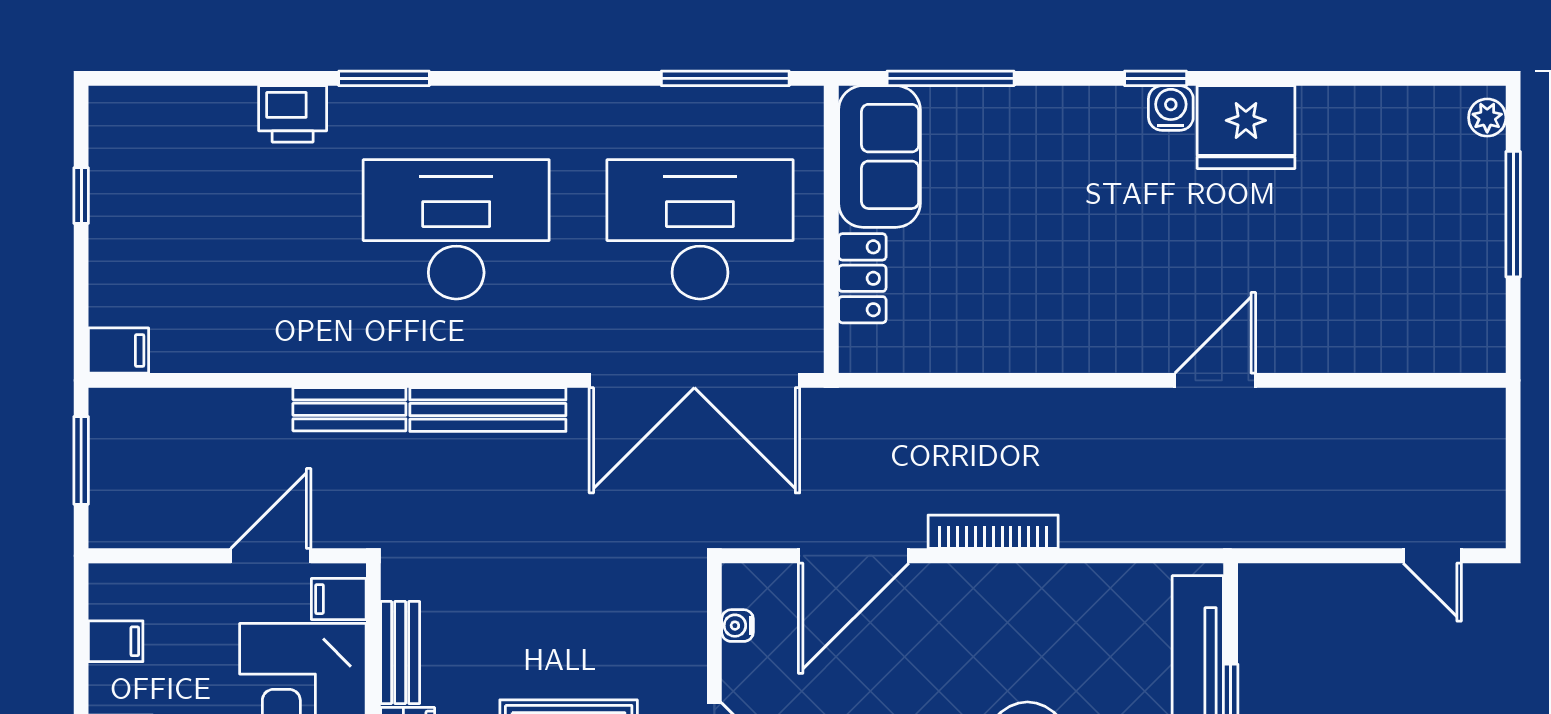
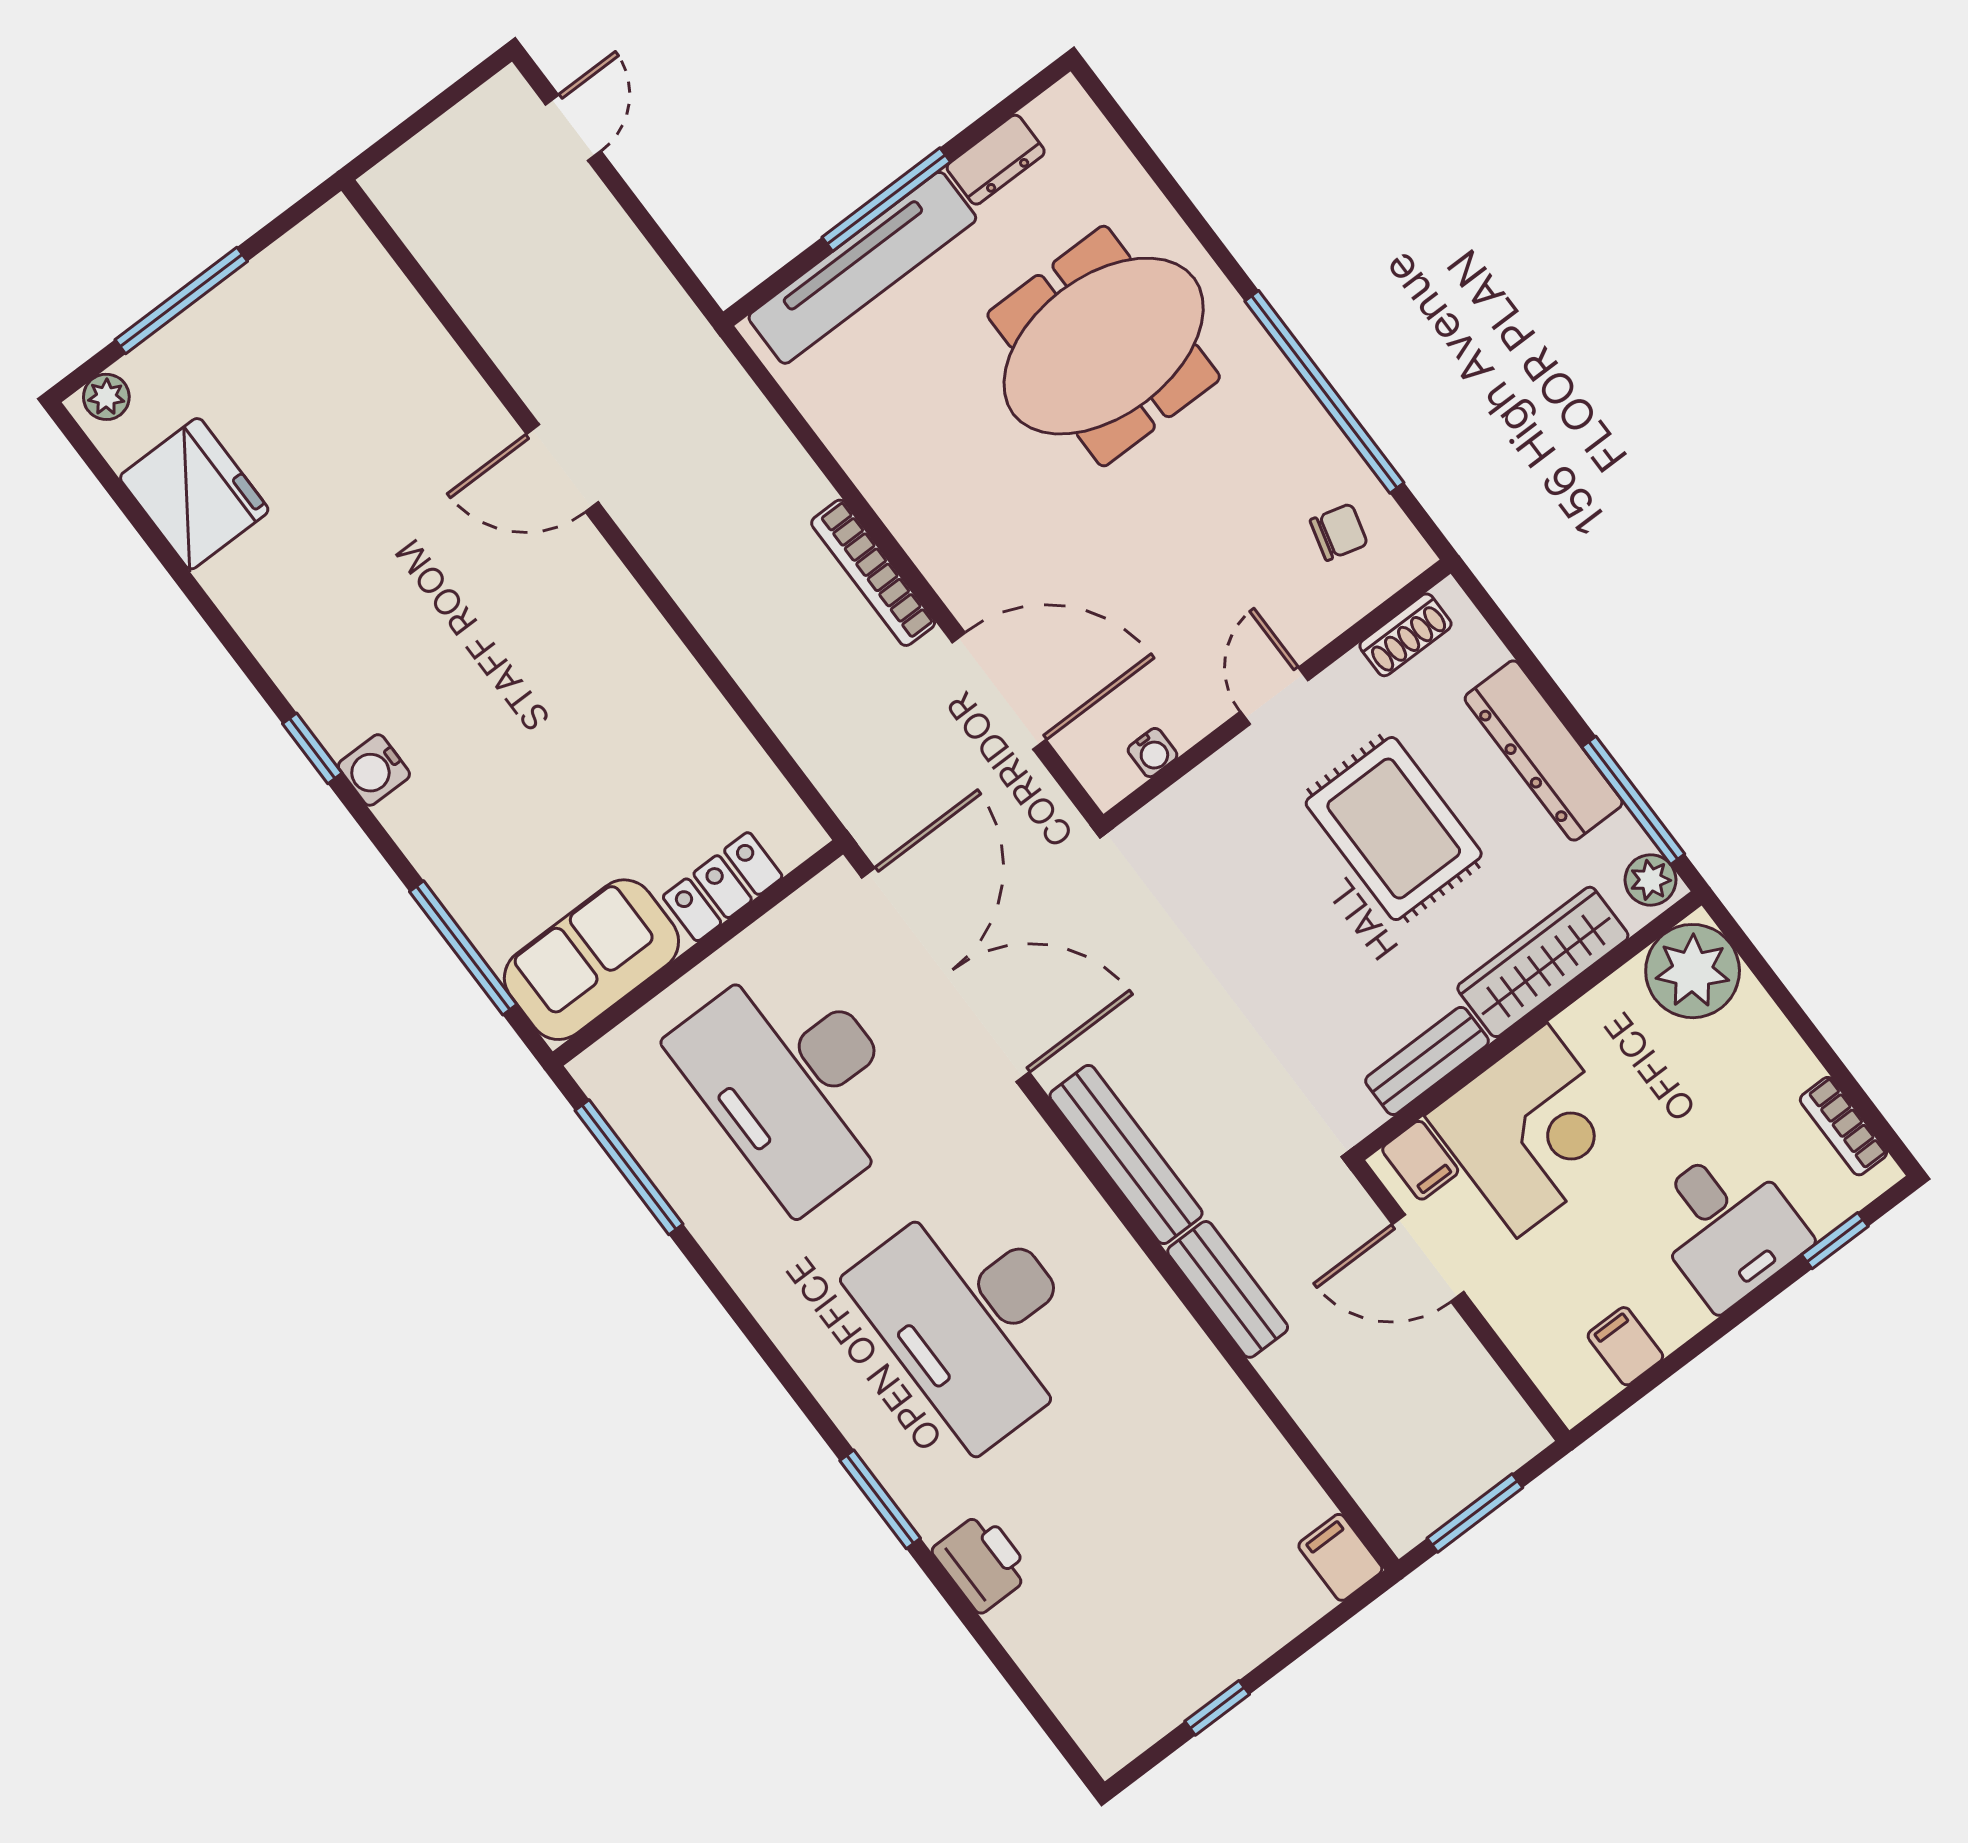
water cooler: (1171, 108) -> (374, 770), moved
fridge: (1246, 127) -> (194, 494), moved

